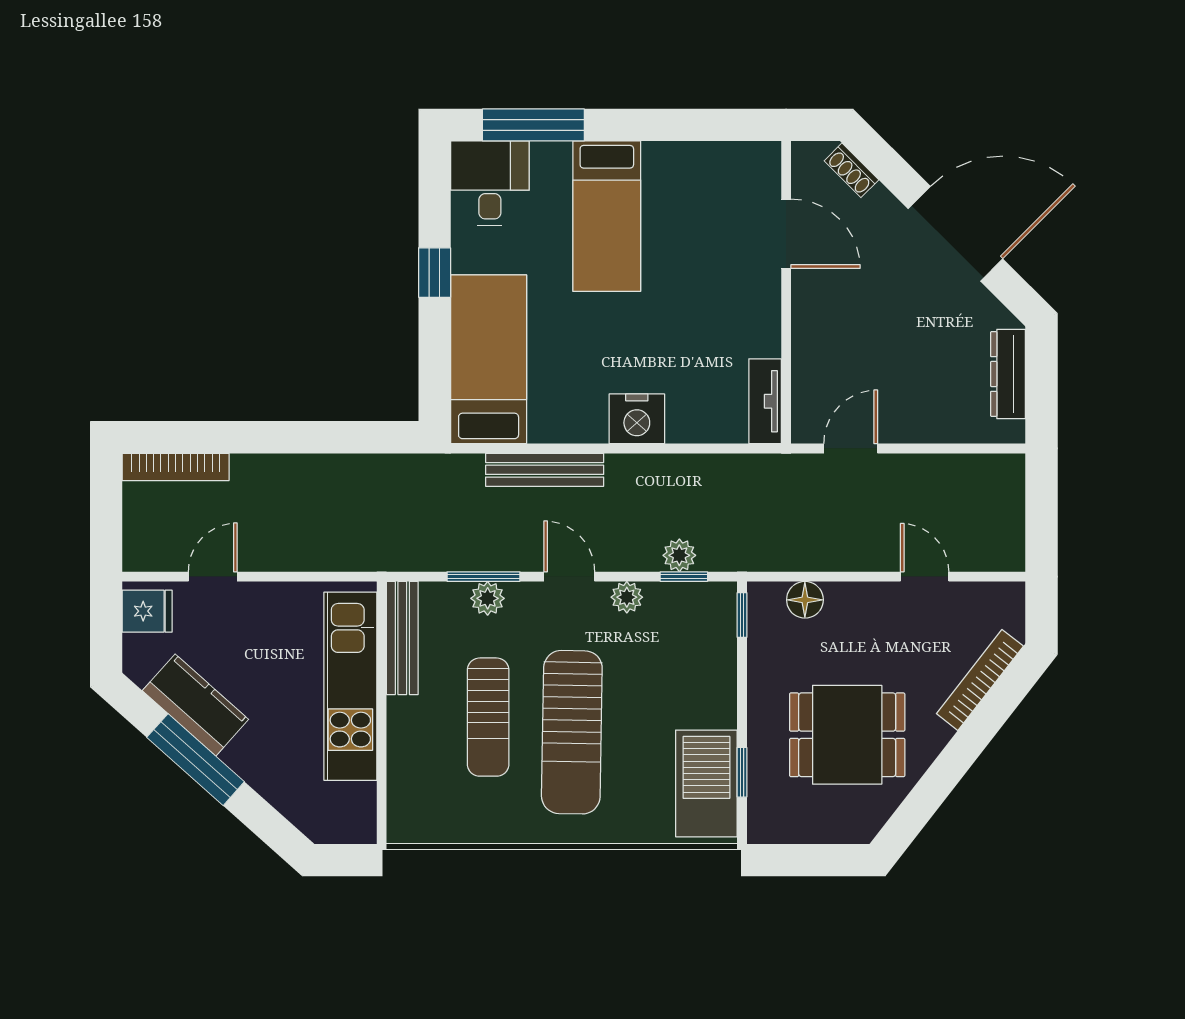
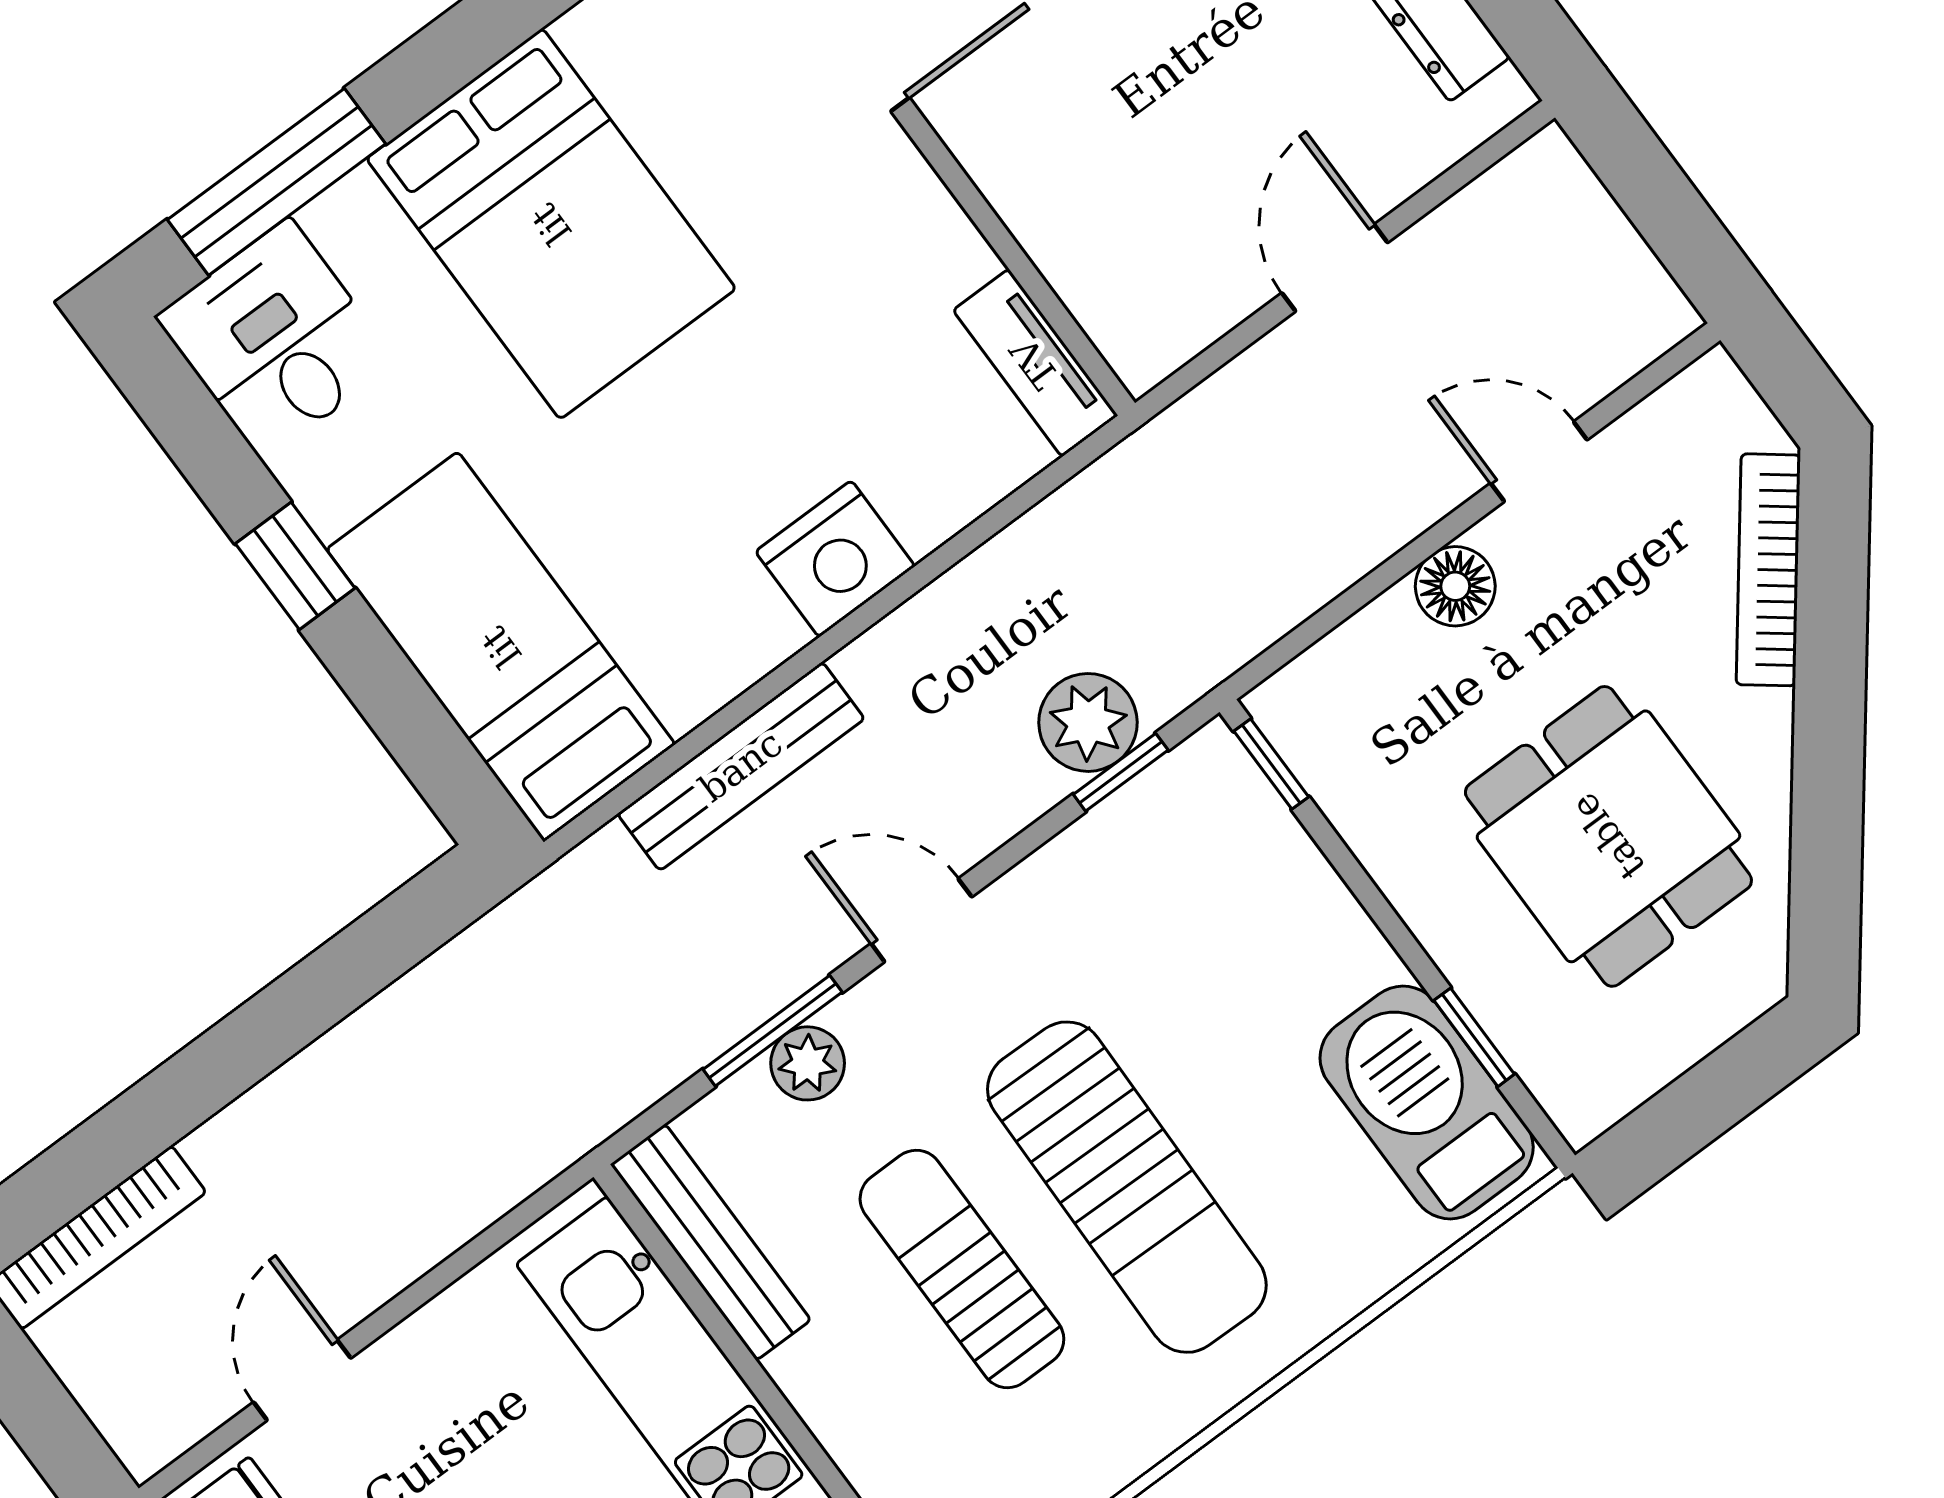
bed: (607, 216) -> (551, 224), width x1.50
door: (851, 448) -> (1335, 268), moved
plant: (679, 555) -> (1088, 722), width x1.38, depth x1.38
plant: (627, 597) -> (1048, 882), removed
floor lamp: (805, 600) -> (1455, 586), moved
sun lounger: (488, 717) -> (962, 1269), turned 180
dining table: (847, 735) -> (1608, 836), turned 90

